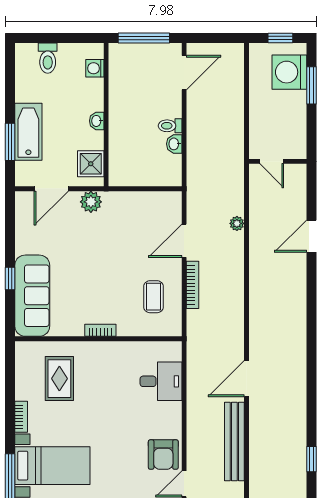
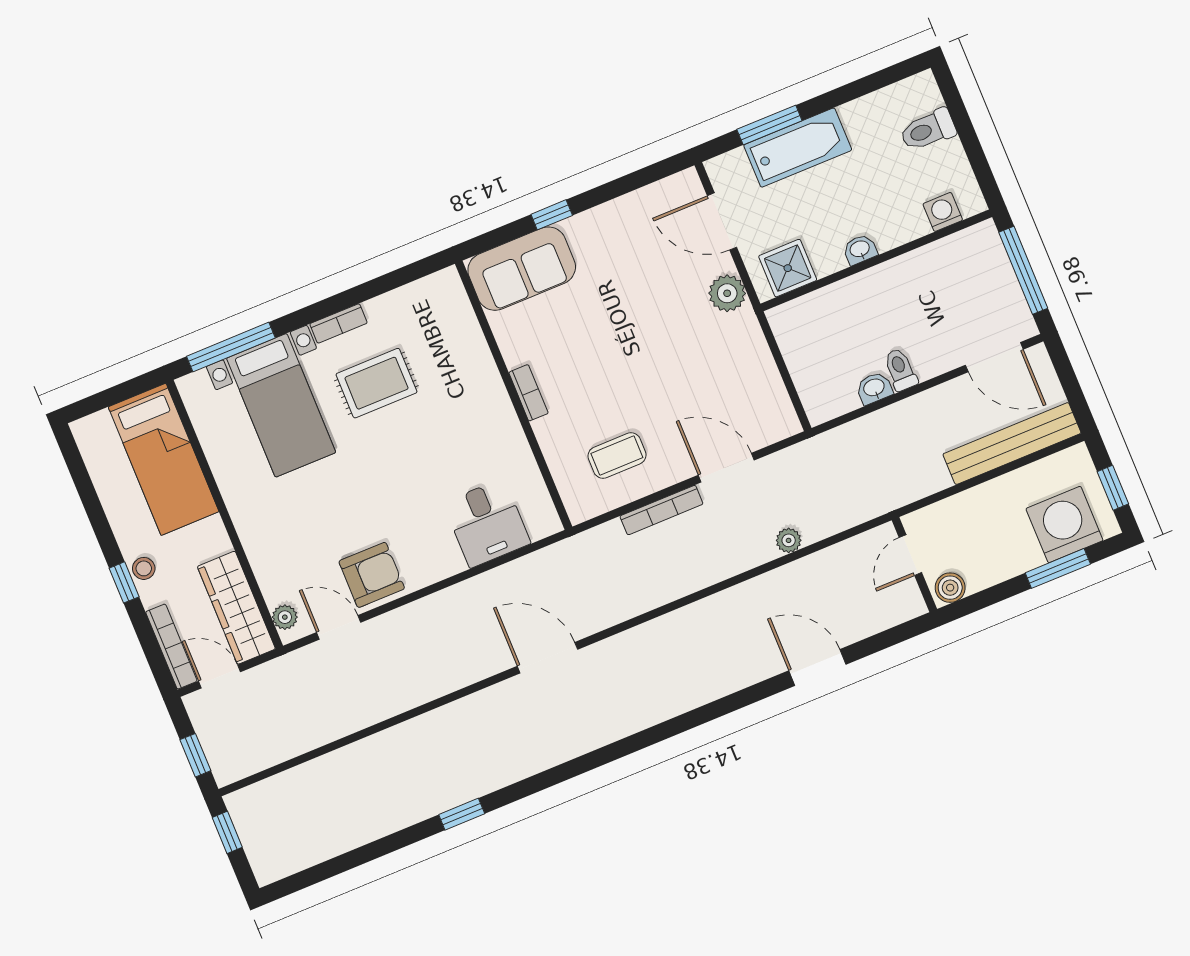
boiler: (298, 147) -> (950, 588), added
sofa: (32, 296) -> (522, 269), width x0.73
rug: (59, 379) -> (376, 383), moved
bench: (234, 441) -> (1012, 444), moved
armchair: (163, 455) -> (372, 575), turned 180

